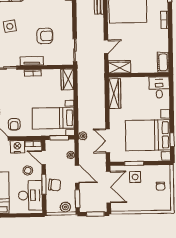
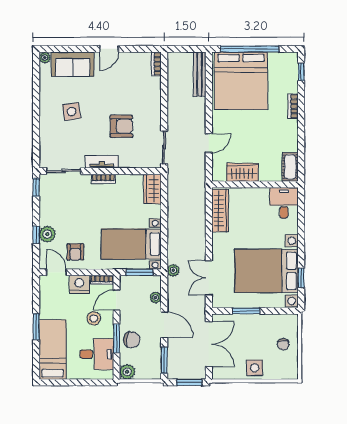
wardrobe: (119, 67) -> (242, 172), moved
door: (43, 157) -> (116, 300), hinge flipped
side table: (135, 177) -> (255, 368), moved
desk: (30, 195) -> (97, 354), width x0.73
plant: (65, 207) -> (127, 372), moved

